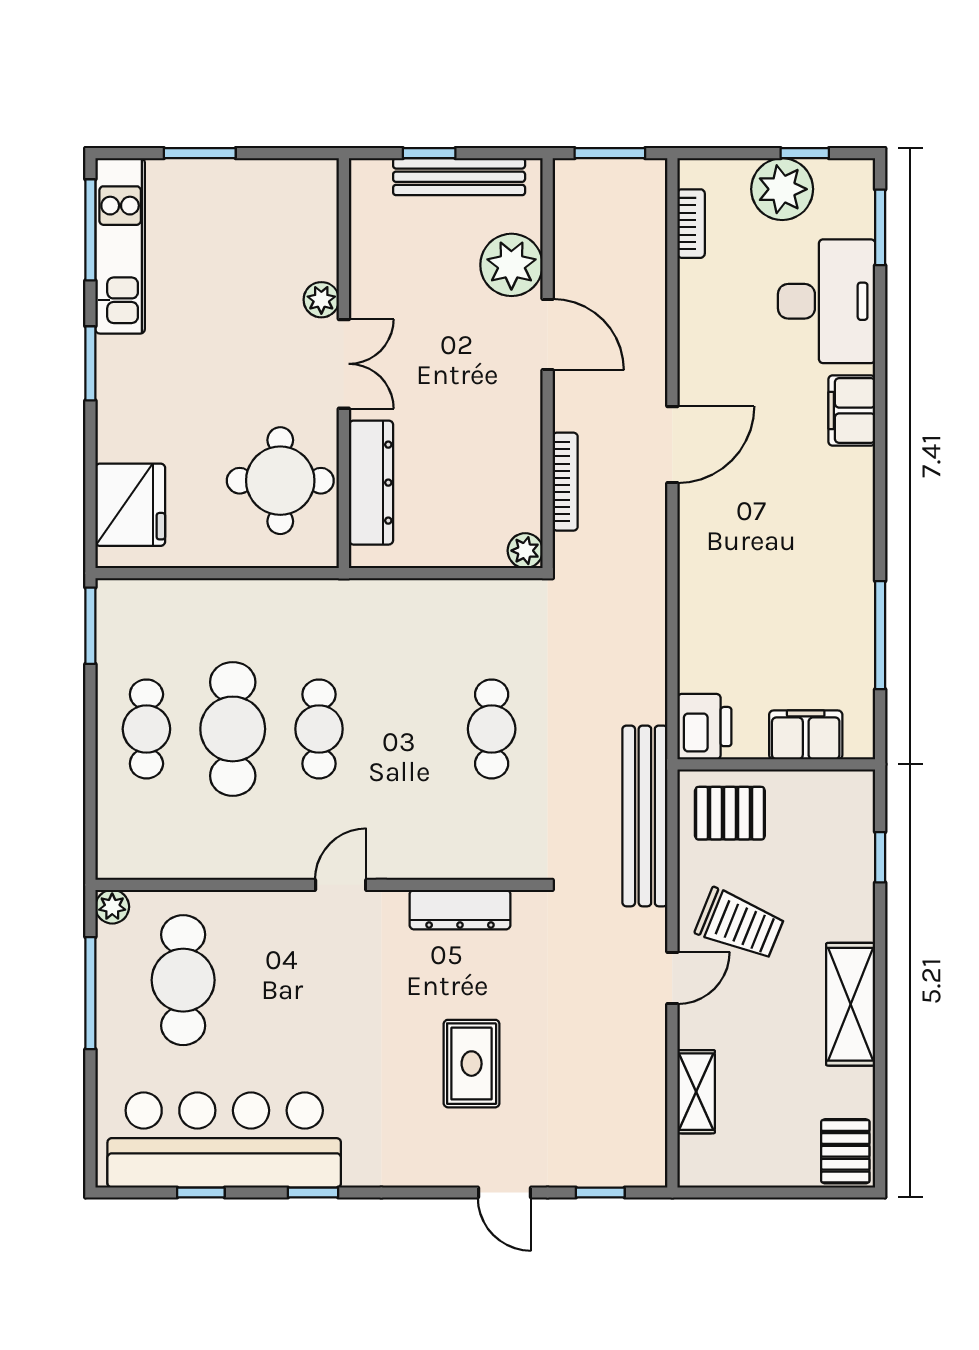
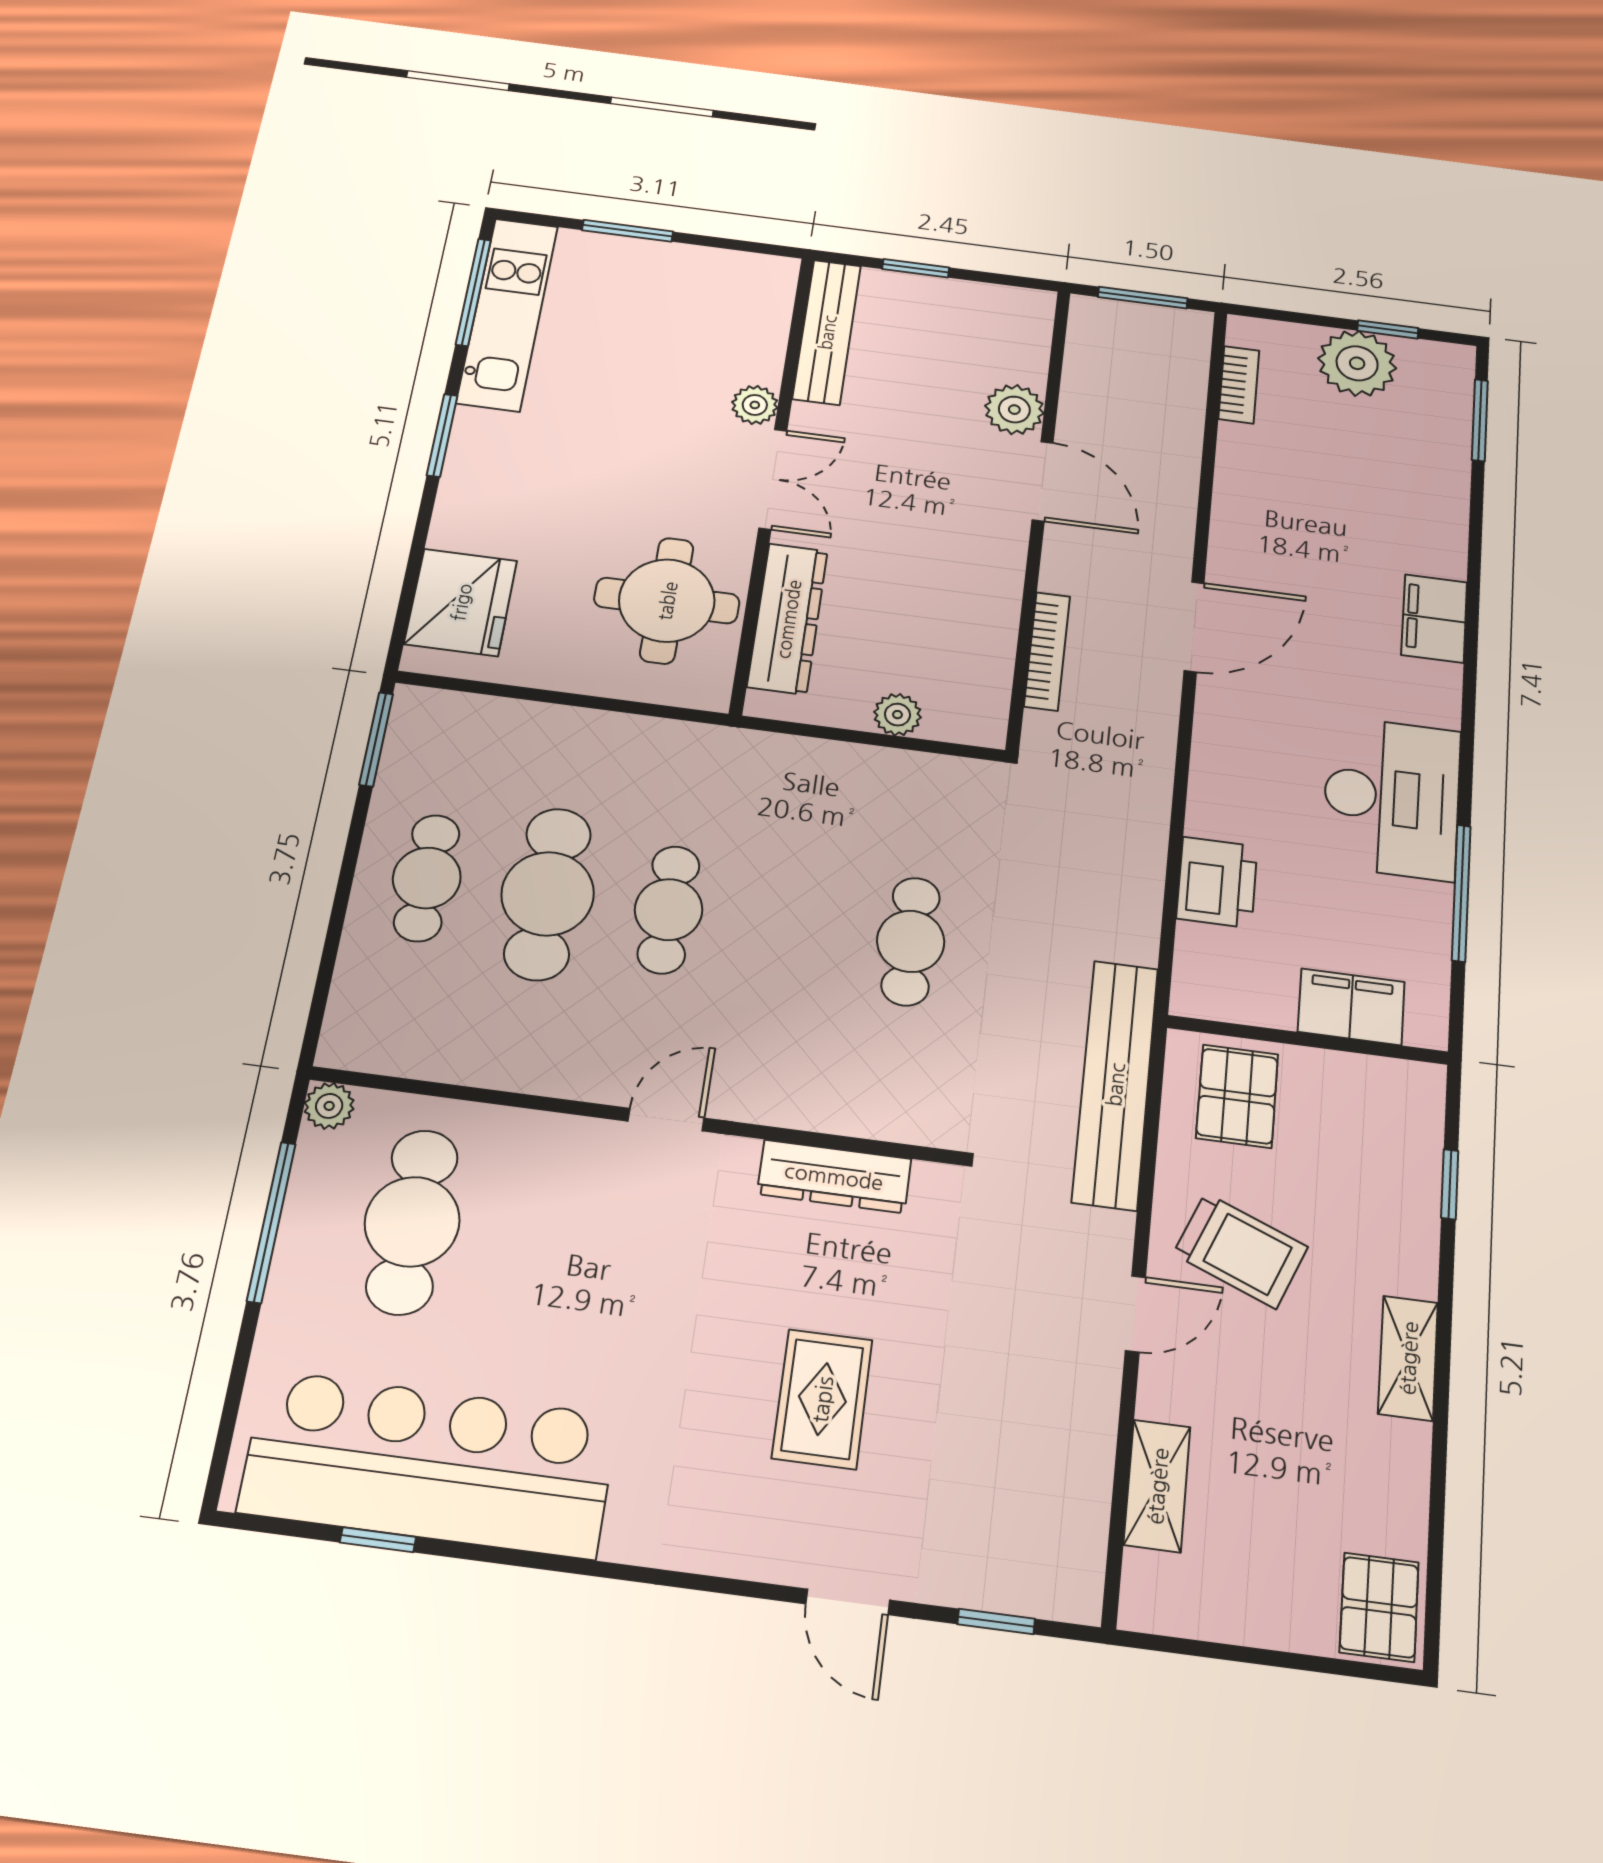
bench: (459, 177) -> (827, 332), moved, turned 90
plant: (511, 265) -> (1014, 410), width x0.73, depth x0.73
desk: (827, 301) -> (1392, 798), moved
plant: (525, 551) -> (897, 715), moved
printer: (704, 727) -> (1217, 882), moved
pallet: (730, 813) -> (1237, 1096), turned 90
shelving: (851, 1004) -> (1408, 1358), width x0.67, depth x0.75
window: (313, 1192) -> (551, 1563), removed

